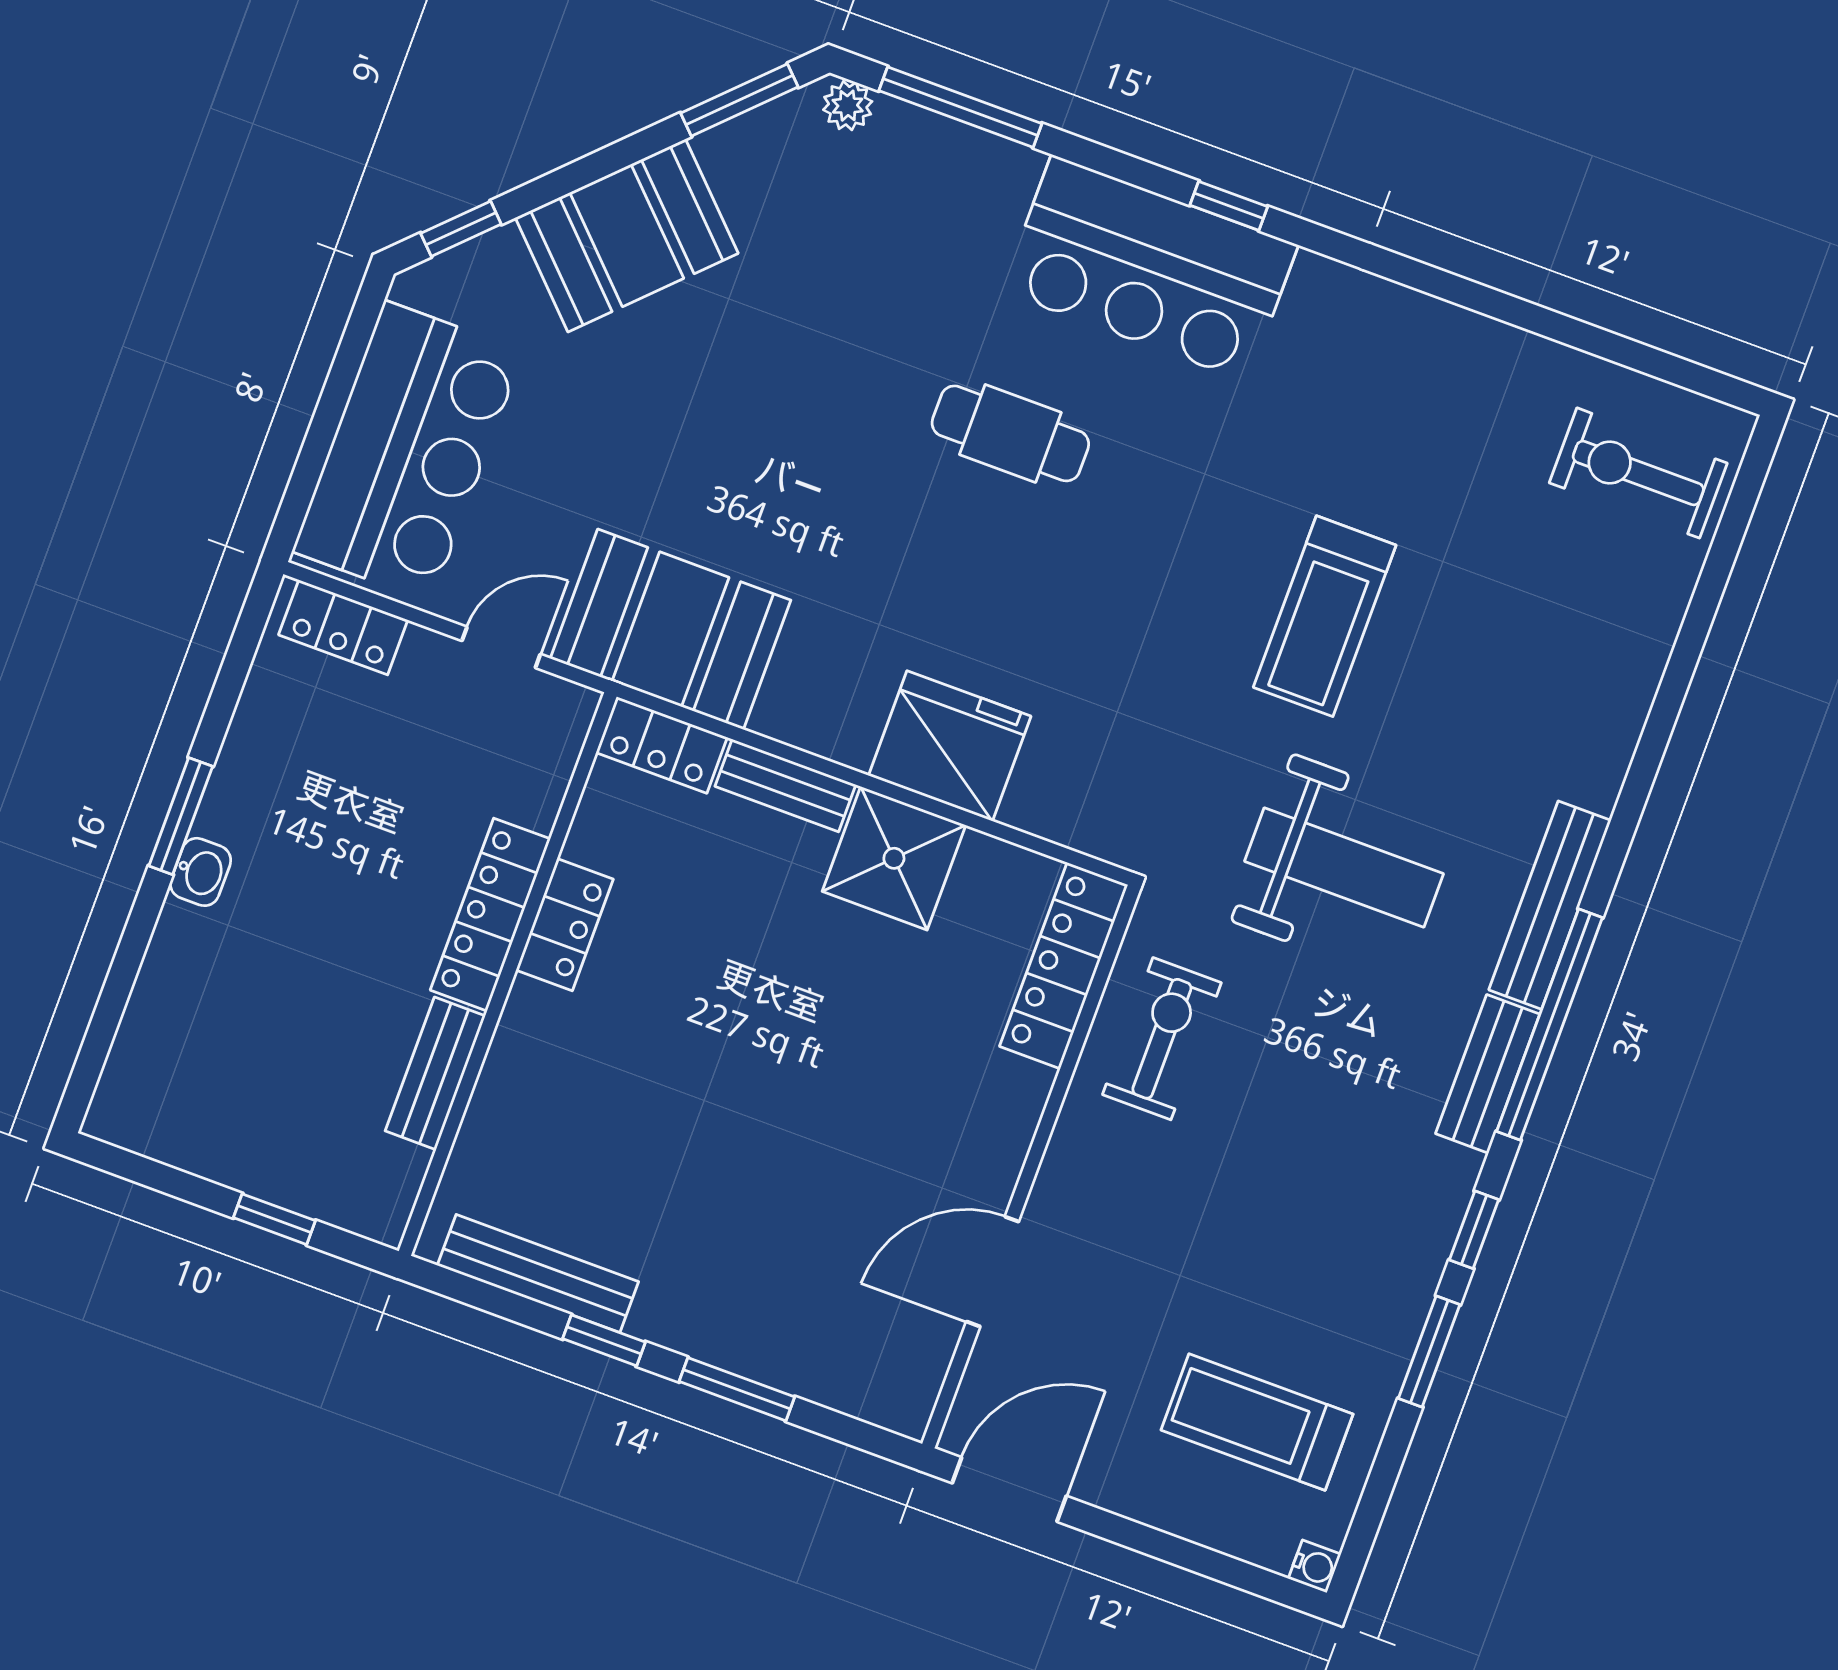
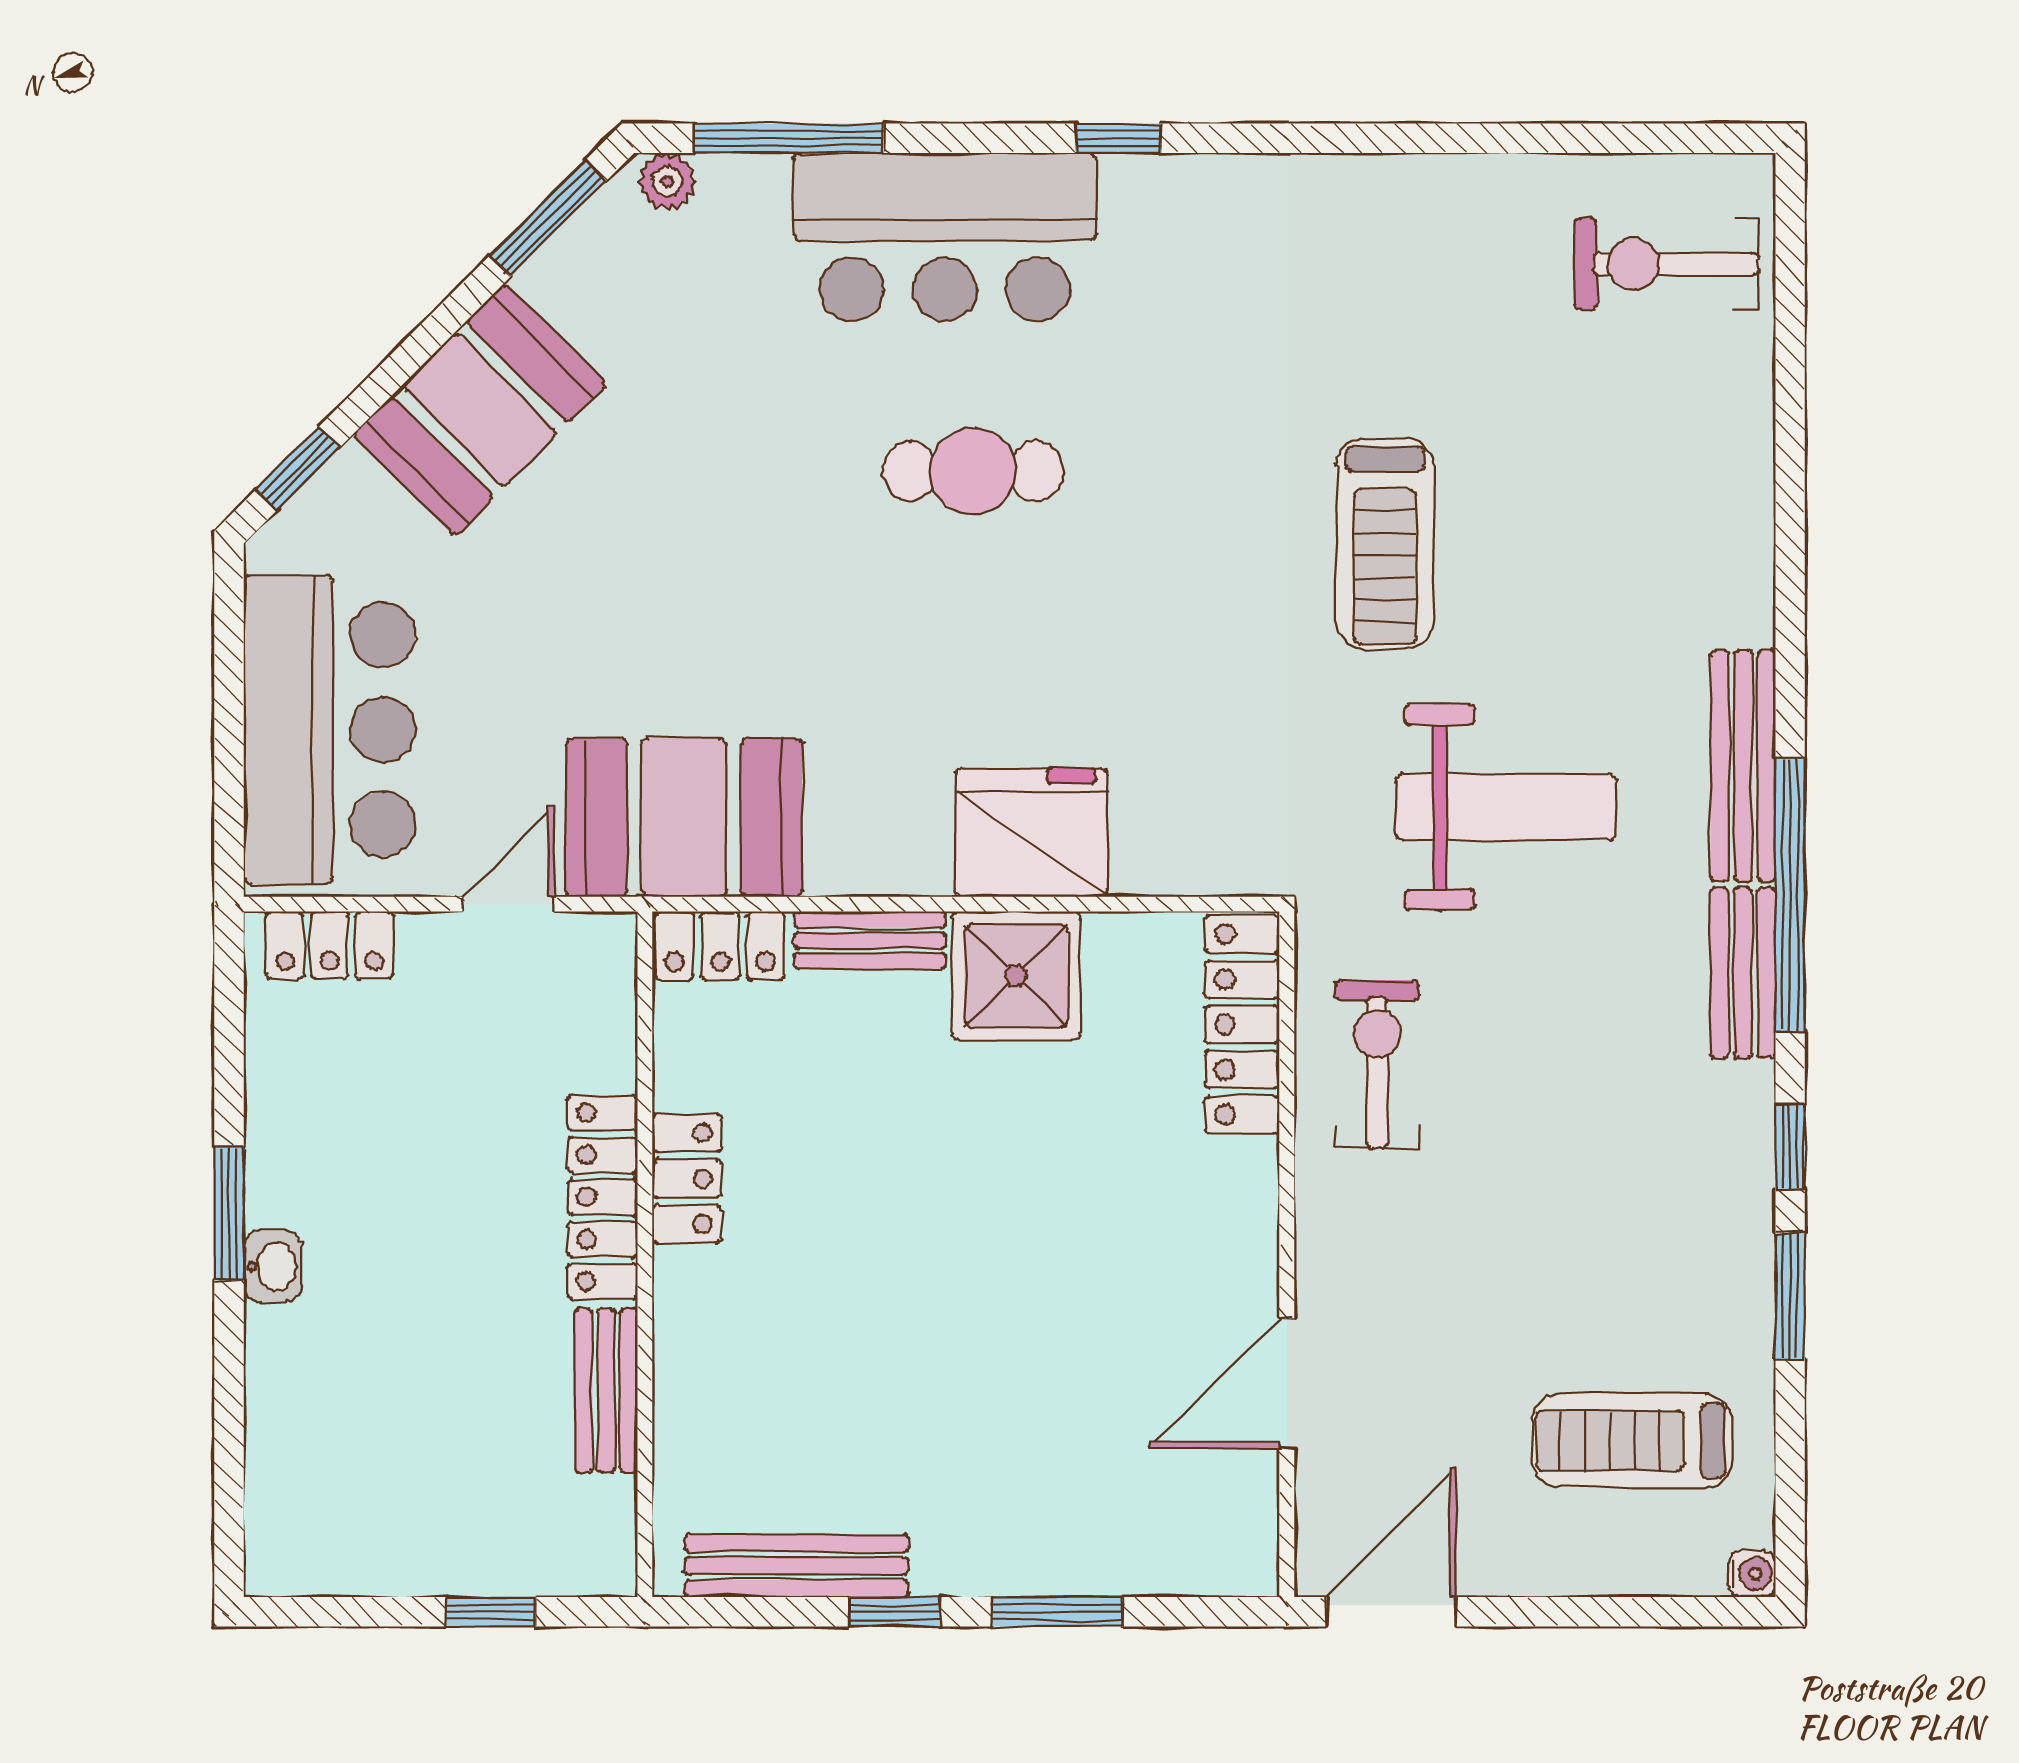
bar counter: (1150, 268) -> (945, 237), moved

